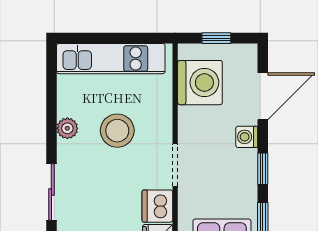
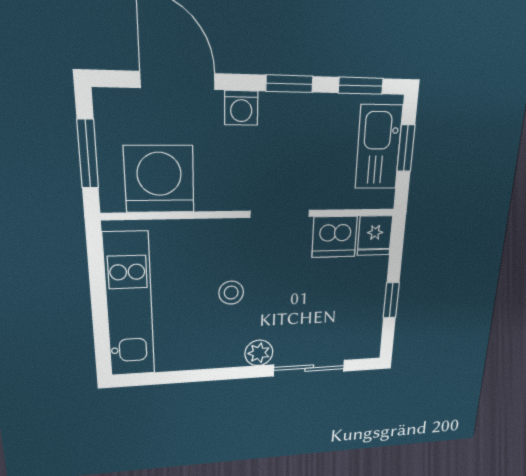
window: (216, 38) -> (88, 154), width x1.50
plant: (67, 128) -> (259, 353), moved
stool: (117, 131) -> (231, 293), width x0.53, depth x0.53

